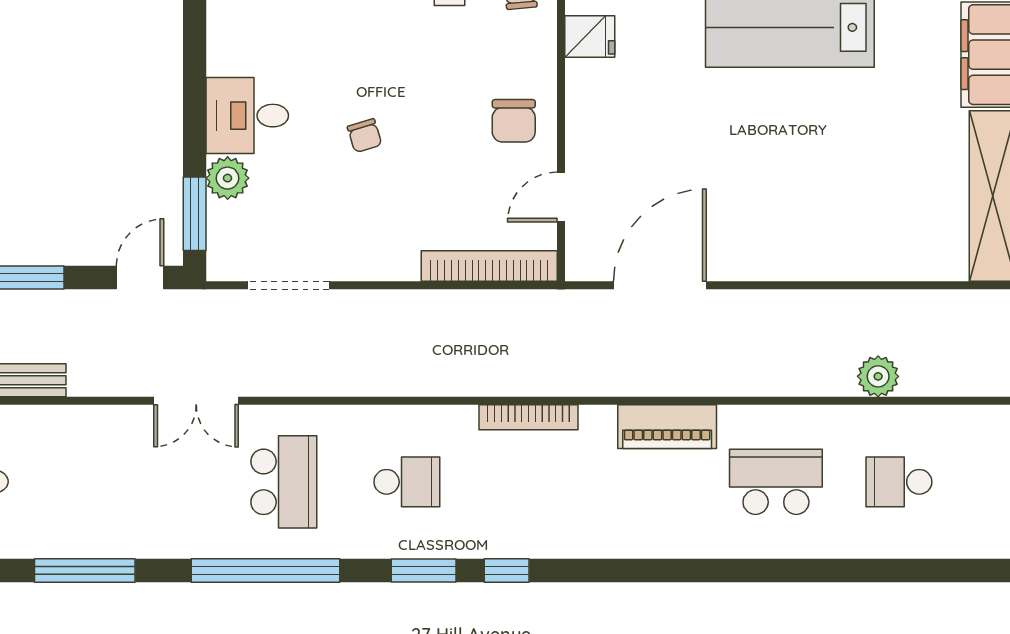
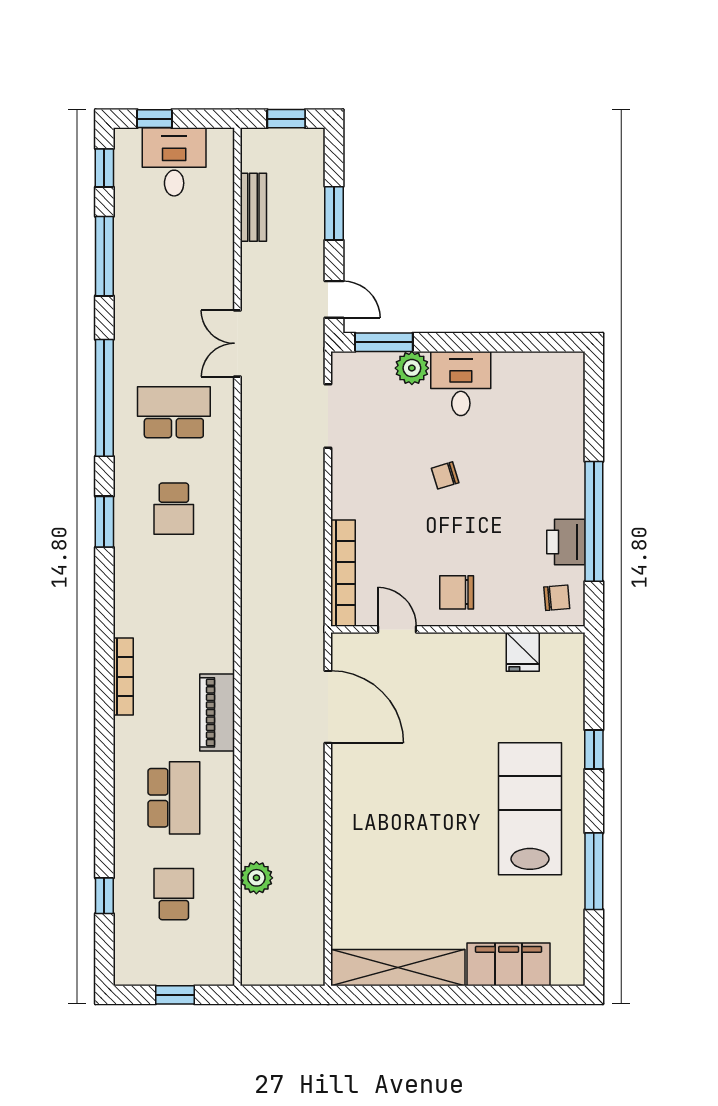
bookcase: (528, 417) -> (123, 677), moved, turned 180
school desk: (284, 482) -> (174, 412), turned 180
window: (507, 571) -> (104, 896), moved

